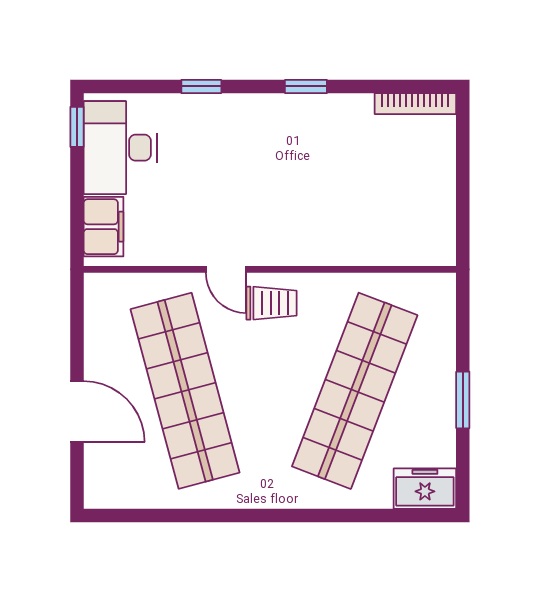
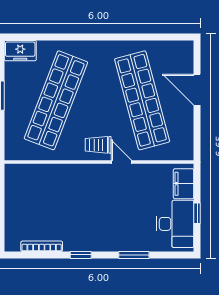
window: (201, 86) -> (134, 255), width x1.50
bookcase: (415, 104) -> (42, 246), moved
window: (77, 127) -> (197, 213), moved

